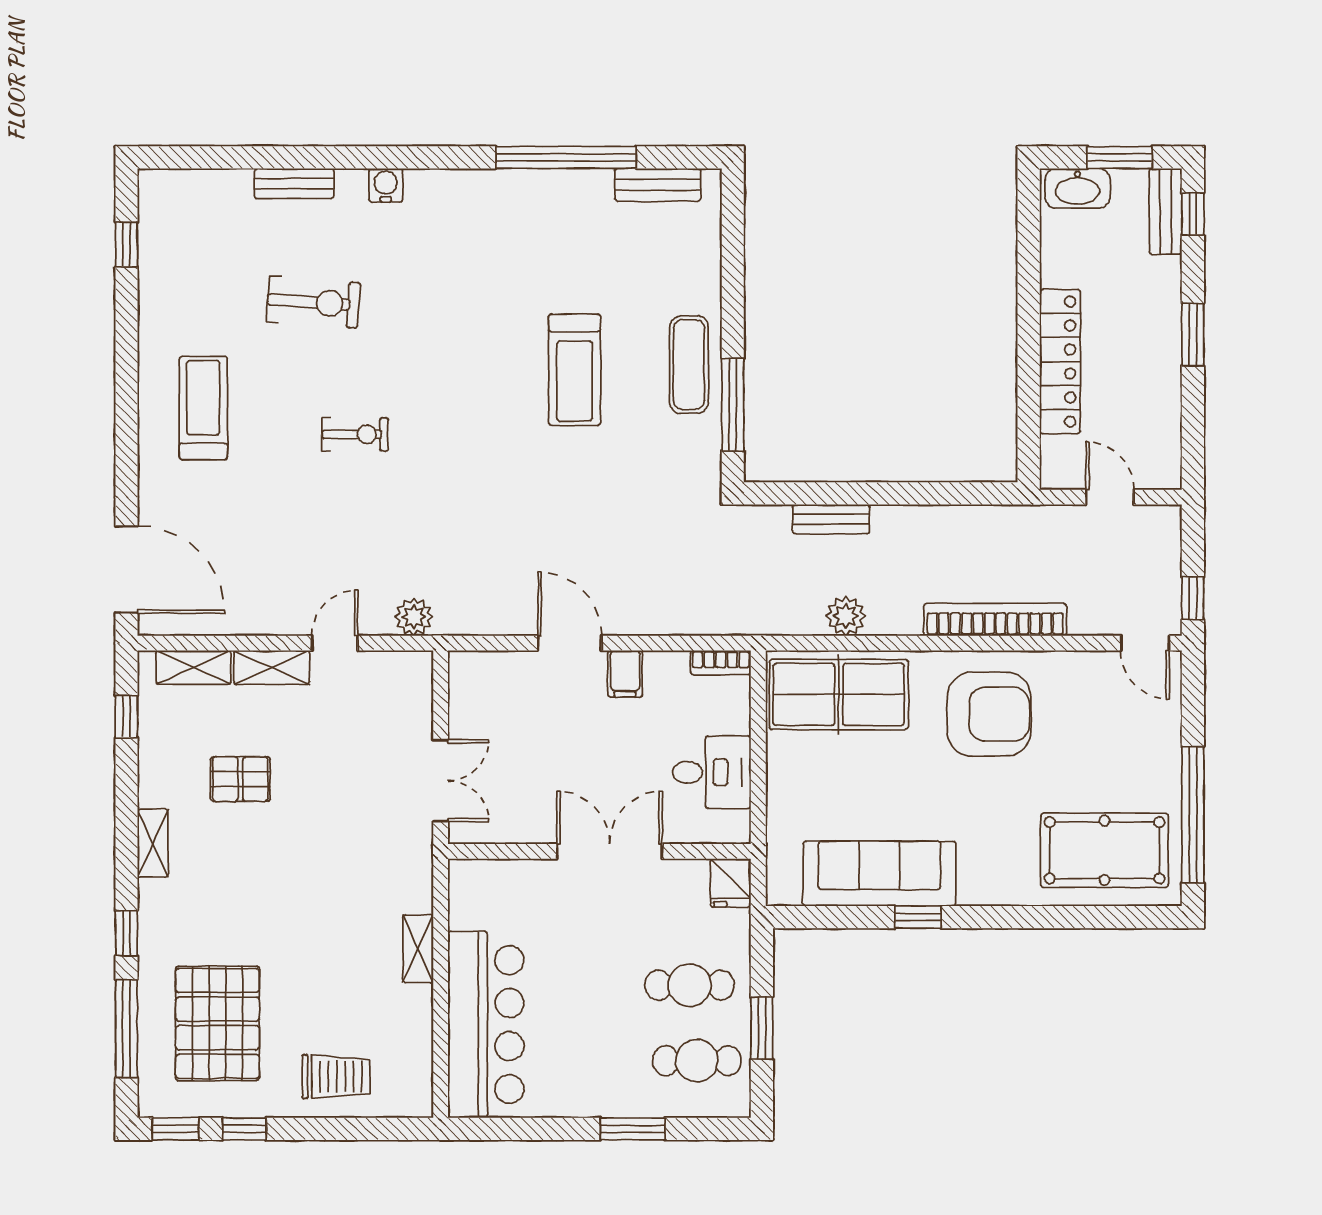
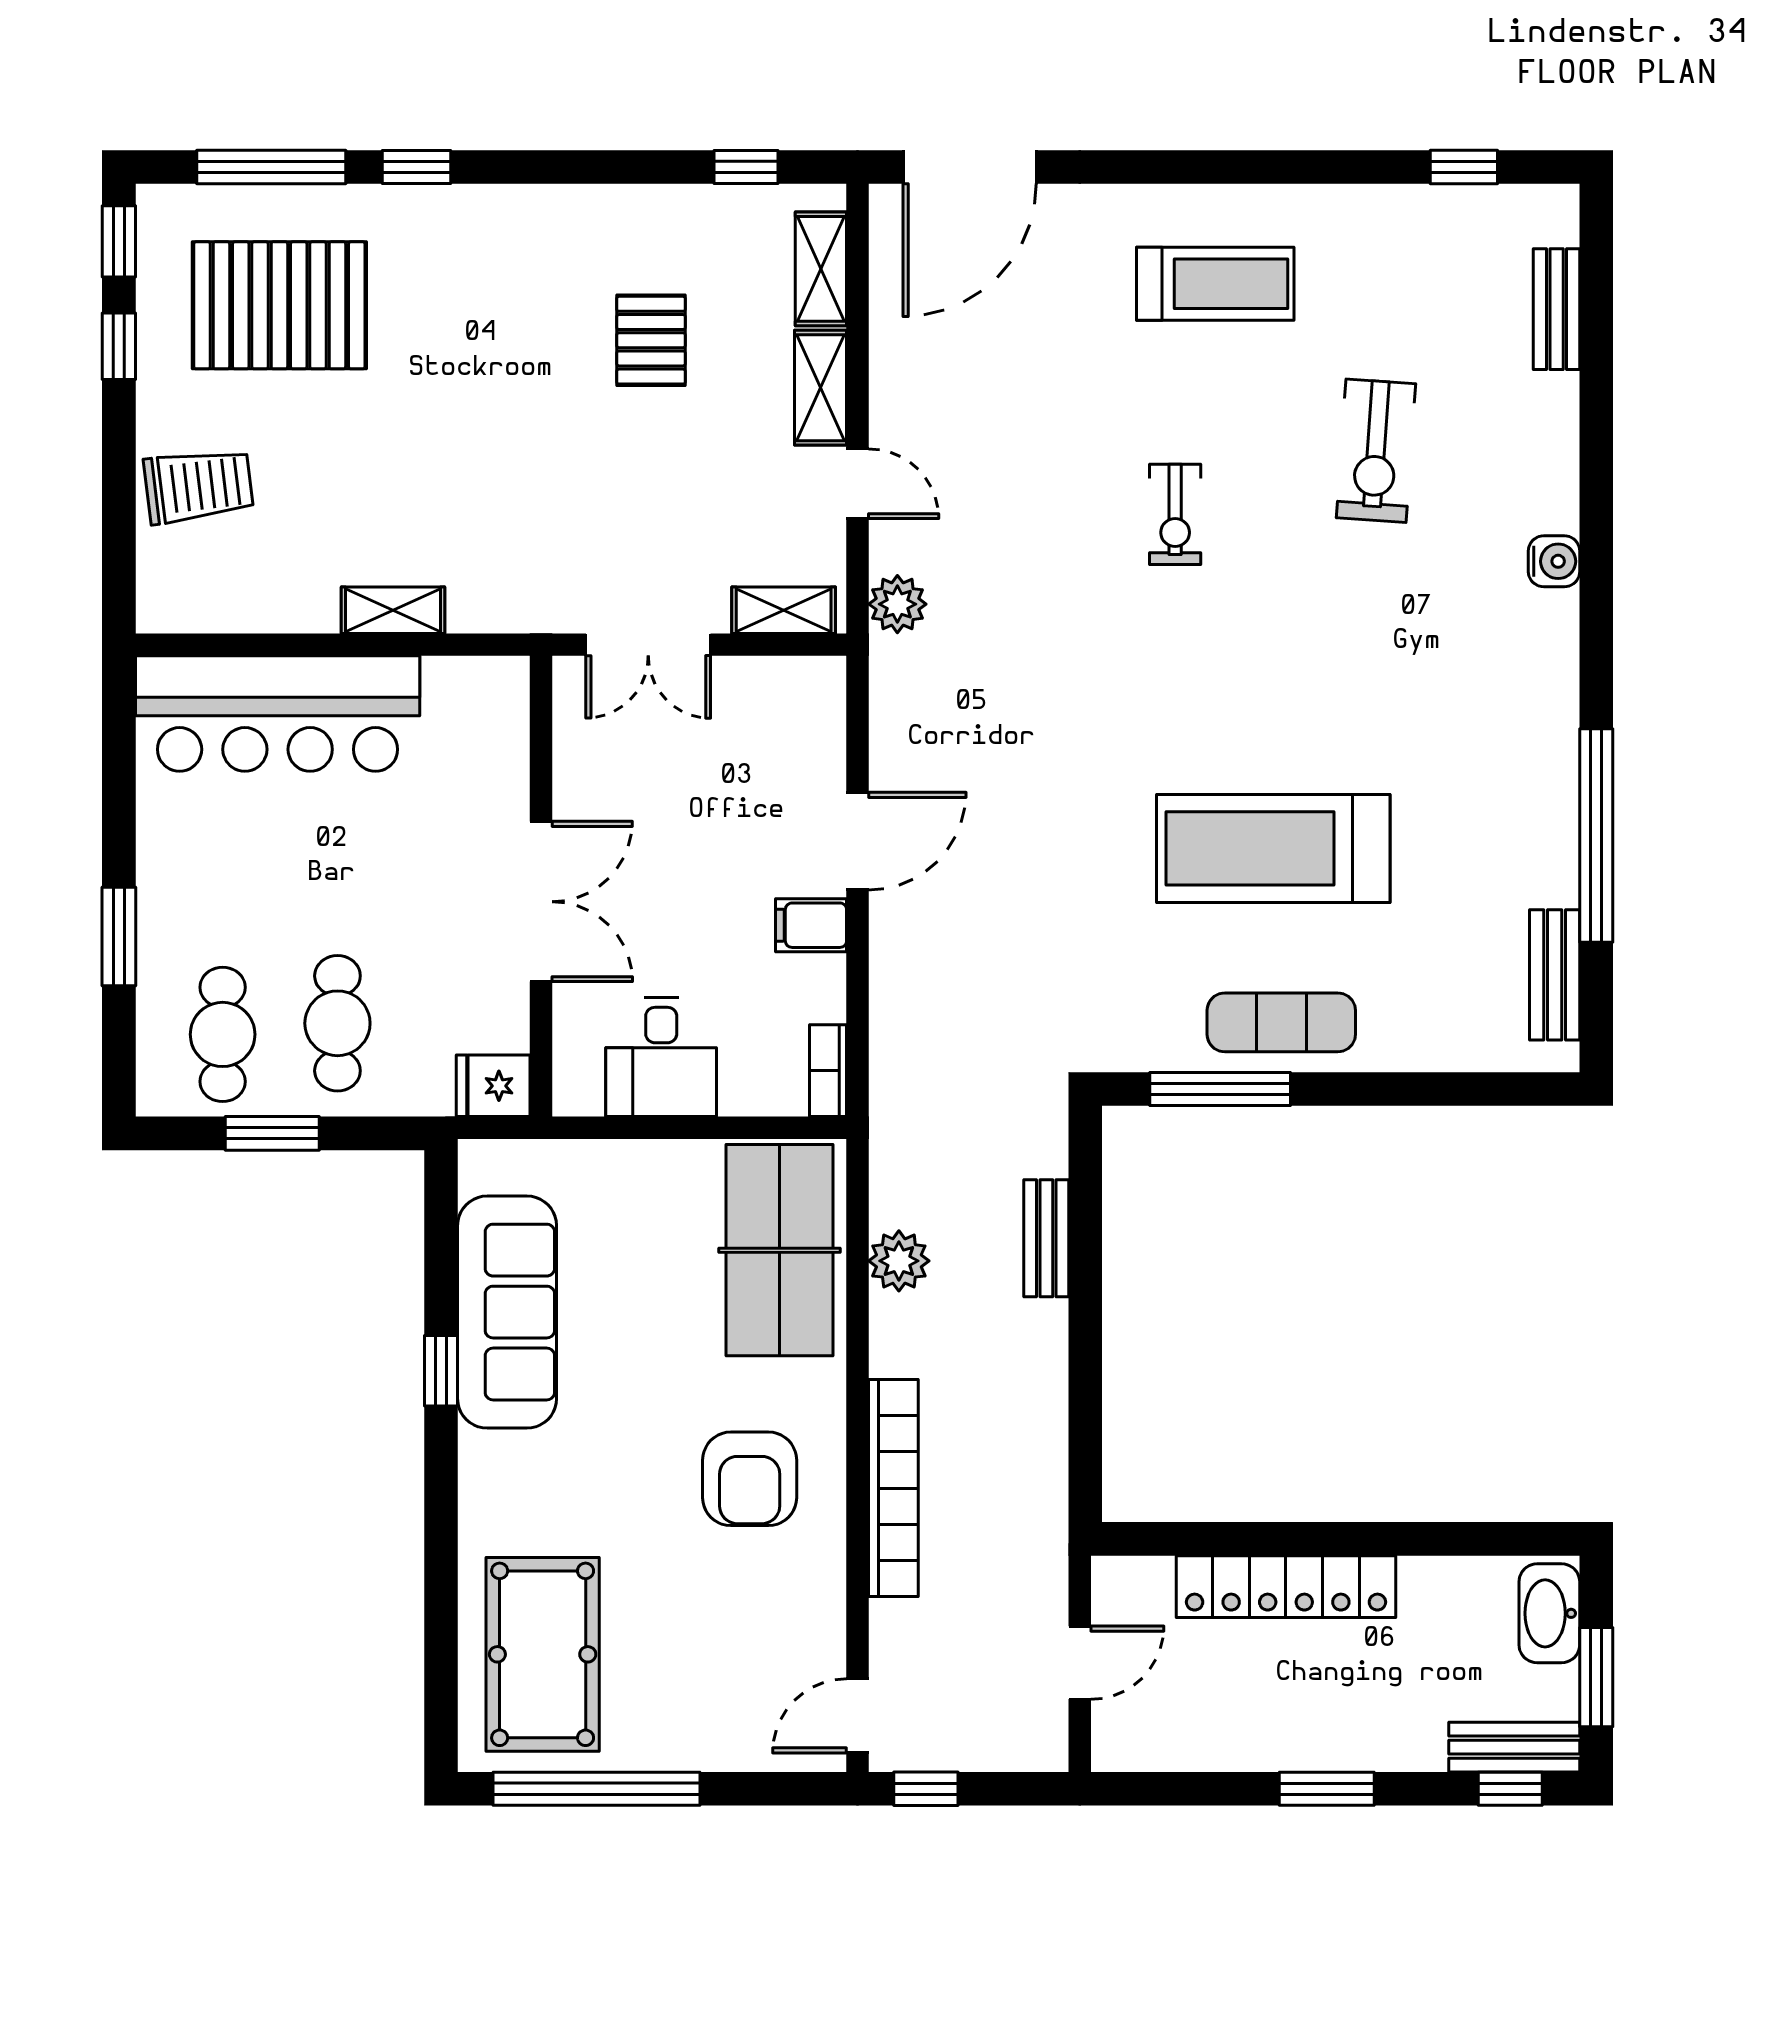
bench: (294, 184) -> (1557, 309), moved
treadmill: (575, 370) -> (1273, 848), width x1.37, depth x1.38
armchair: (989, 714) -> (750, 1479), width x0.73, depth x0.73
shelving: (153, 843) -> (784, 610), moved
trolley: (336, 1077) -> (198, 486), turned -97

